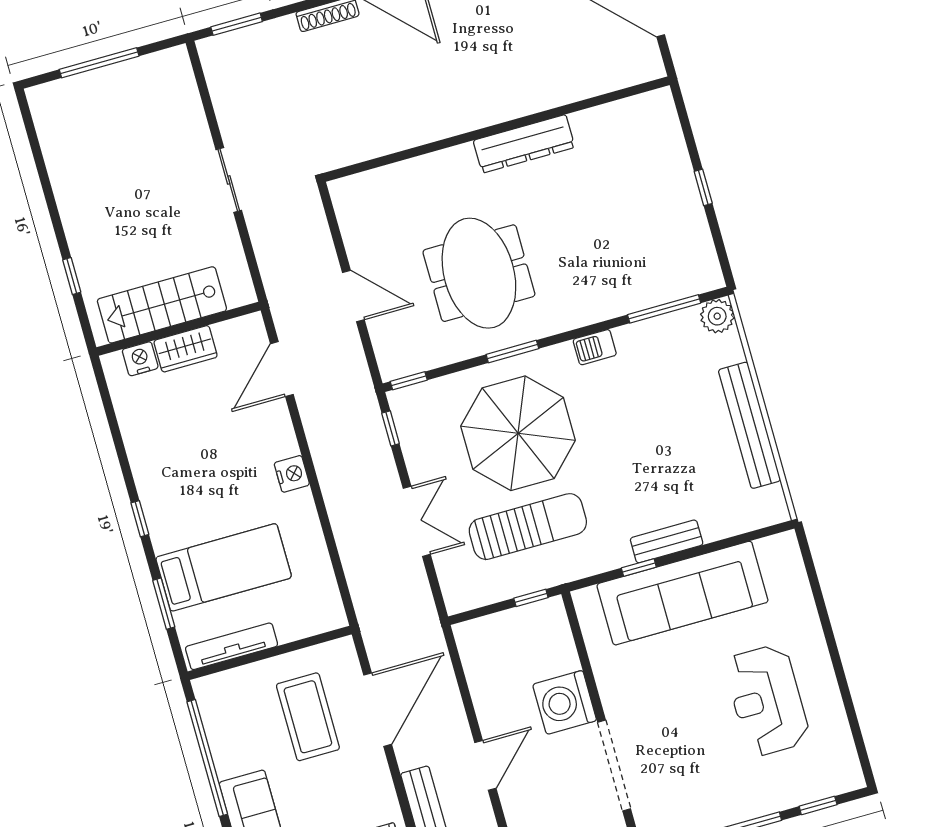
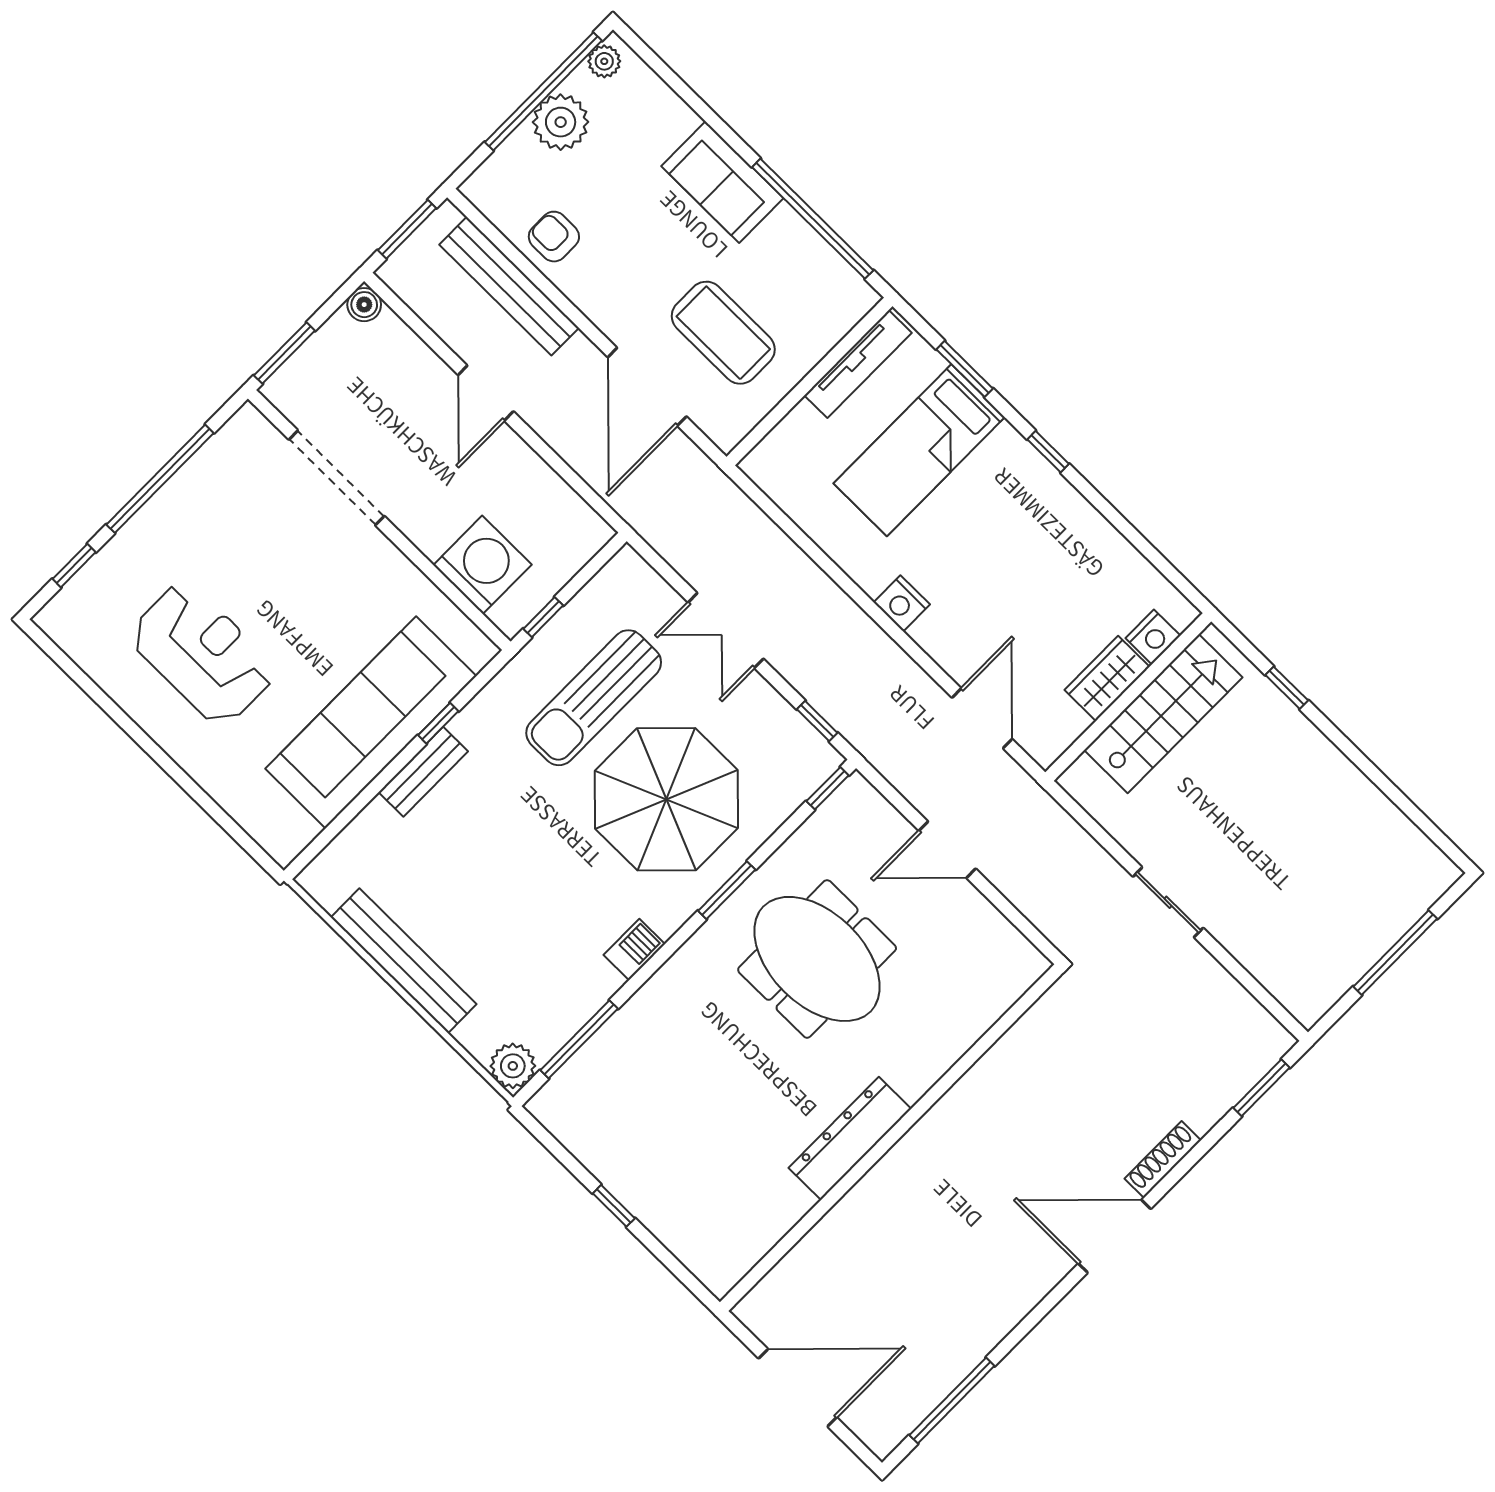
washing machine: (565, 702) -> (482, 565), moved

